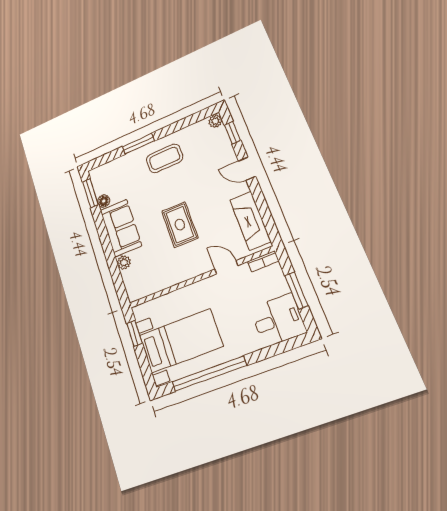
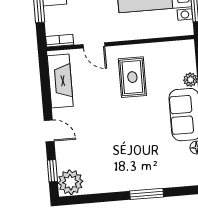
plant: (215, 121) -> (70, 182), width x1.88, depth x1.88
coffee table: (165, 158) -> (124, 169), removed
rug: (180, 225) -> (132, 77), moved

